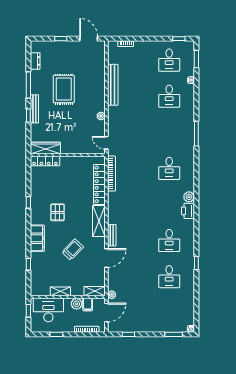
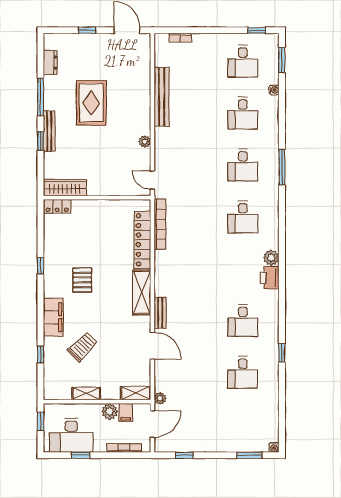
desk: (169, 132) -> (243, 165), added
locker: (45, 161) -> (57, 206), width x0.66
trolley: (73, 250) -> (83, 347), moved
door: (106, 258) -> (152, 346), hinge flipped
desk: (48, 310) -> (71, 435), moved, turned 180

